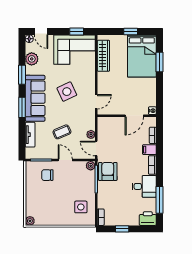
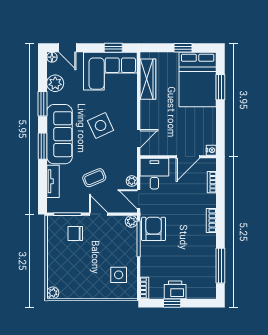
filing cabinet: (149, 150) -> (207, 201), removed
desk: (144, 186) -> (154, 174), moved, turned -90
printer: (148, 219) -> (175, 290), moved

